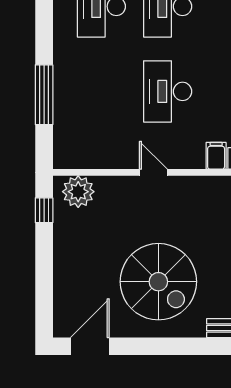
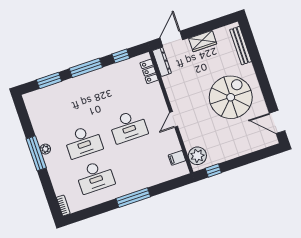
window: (44, 95) -> (133, 198), moved
filing cabinet: (216, 156) -> (177, 158), moved

